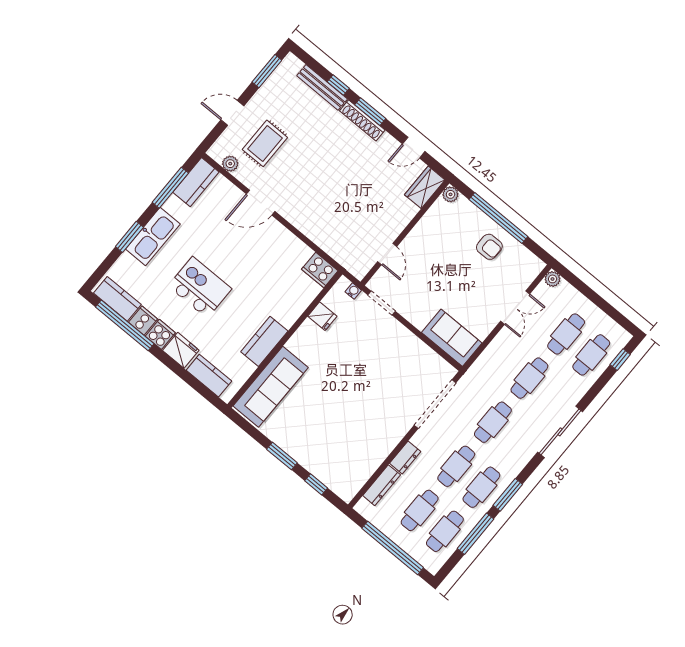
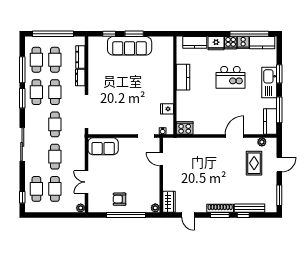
door: (414, 148) -> (188, 215), swing flipped
sofa: (271, 387) -> (130, 46), moved, turned -90

